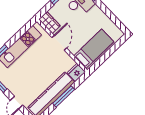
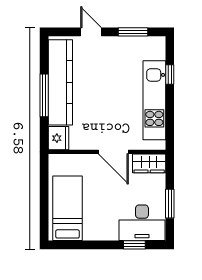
bed: (94, 49) -> (68, 208), moved, turned 180

